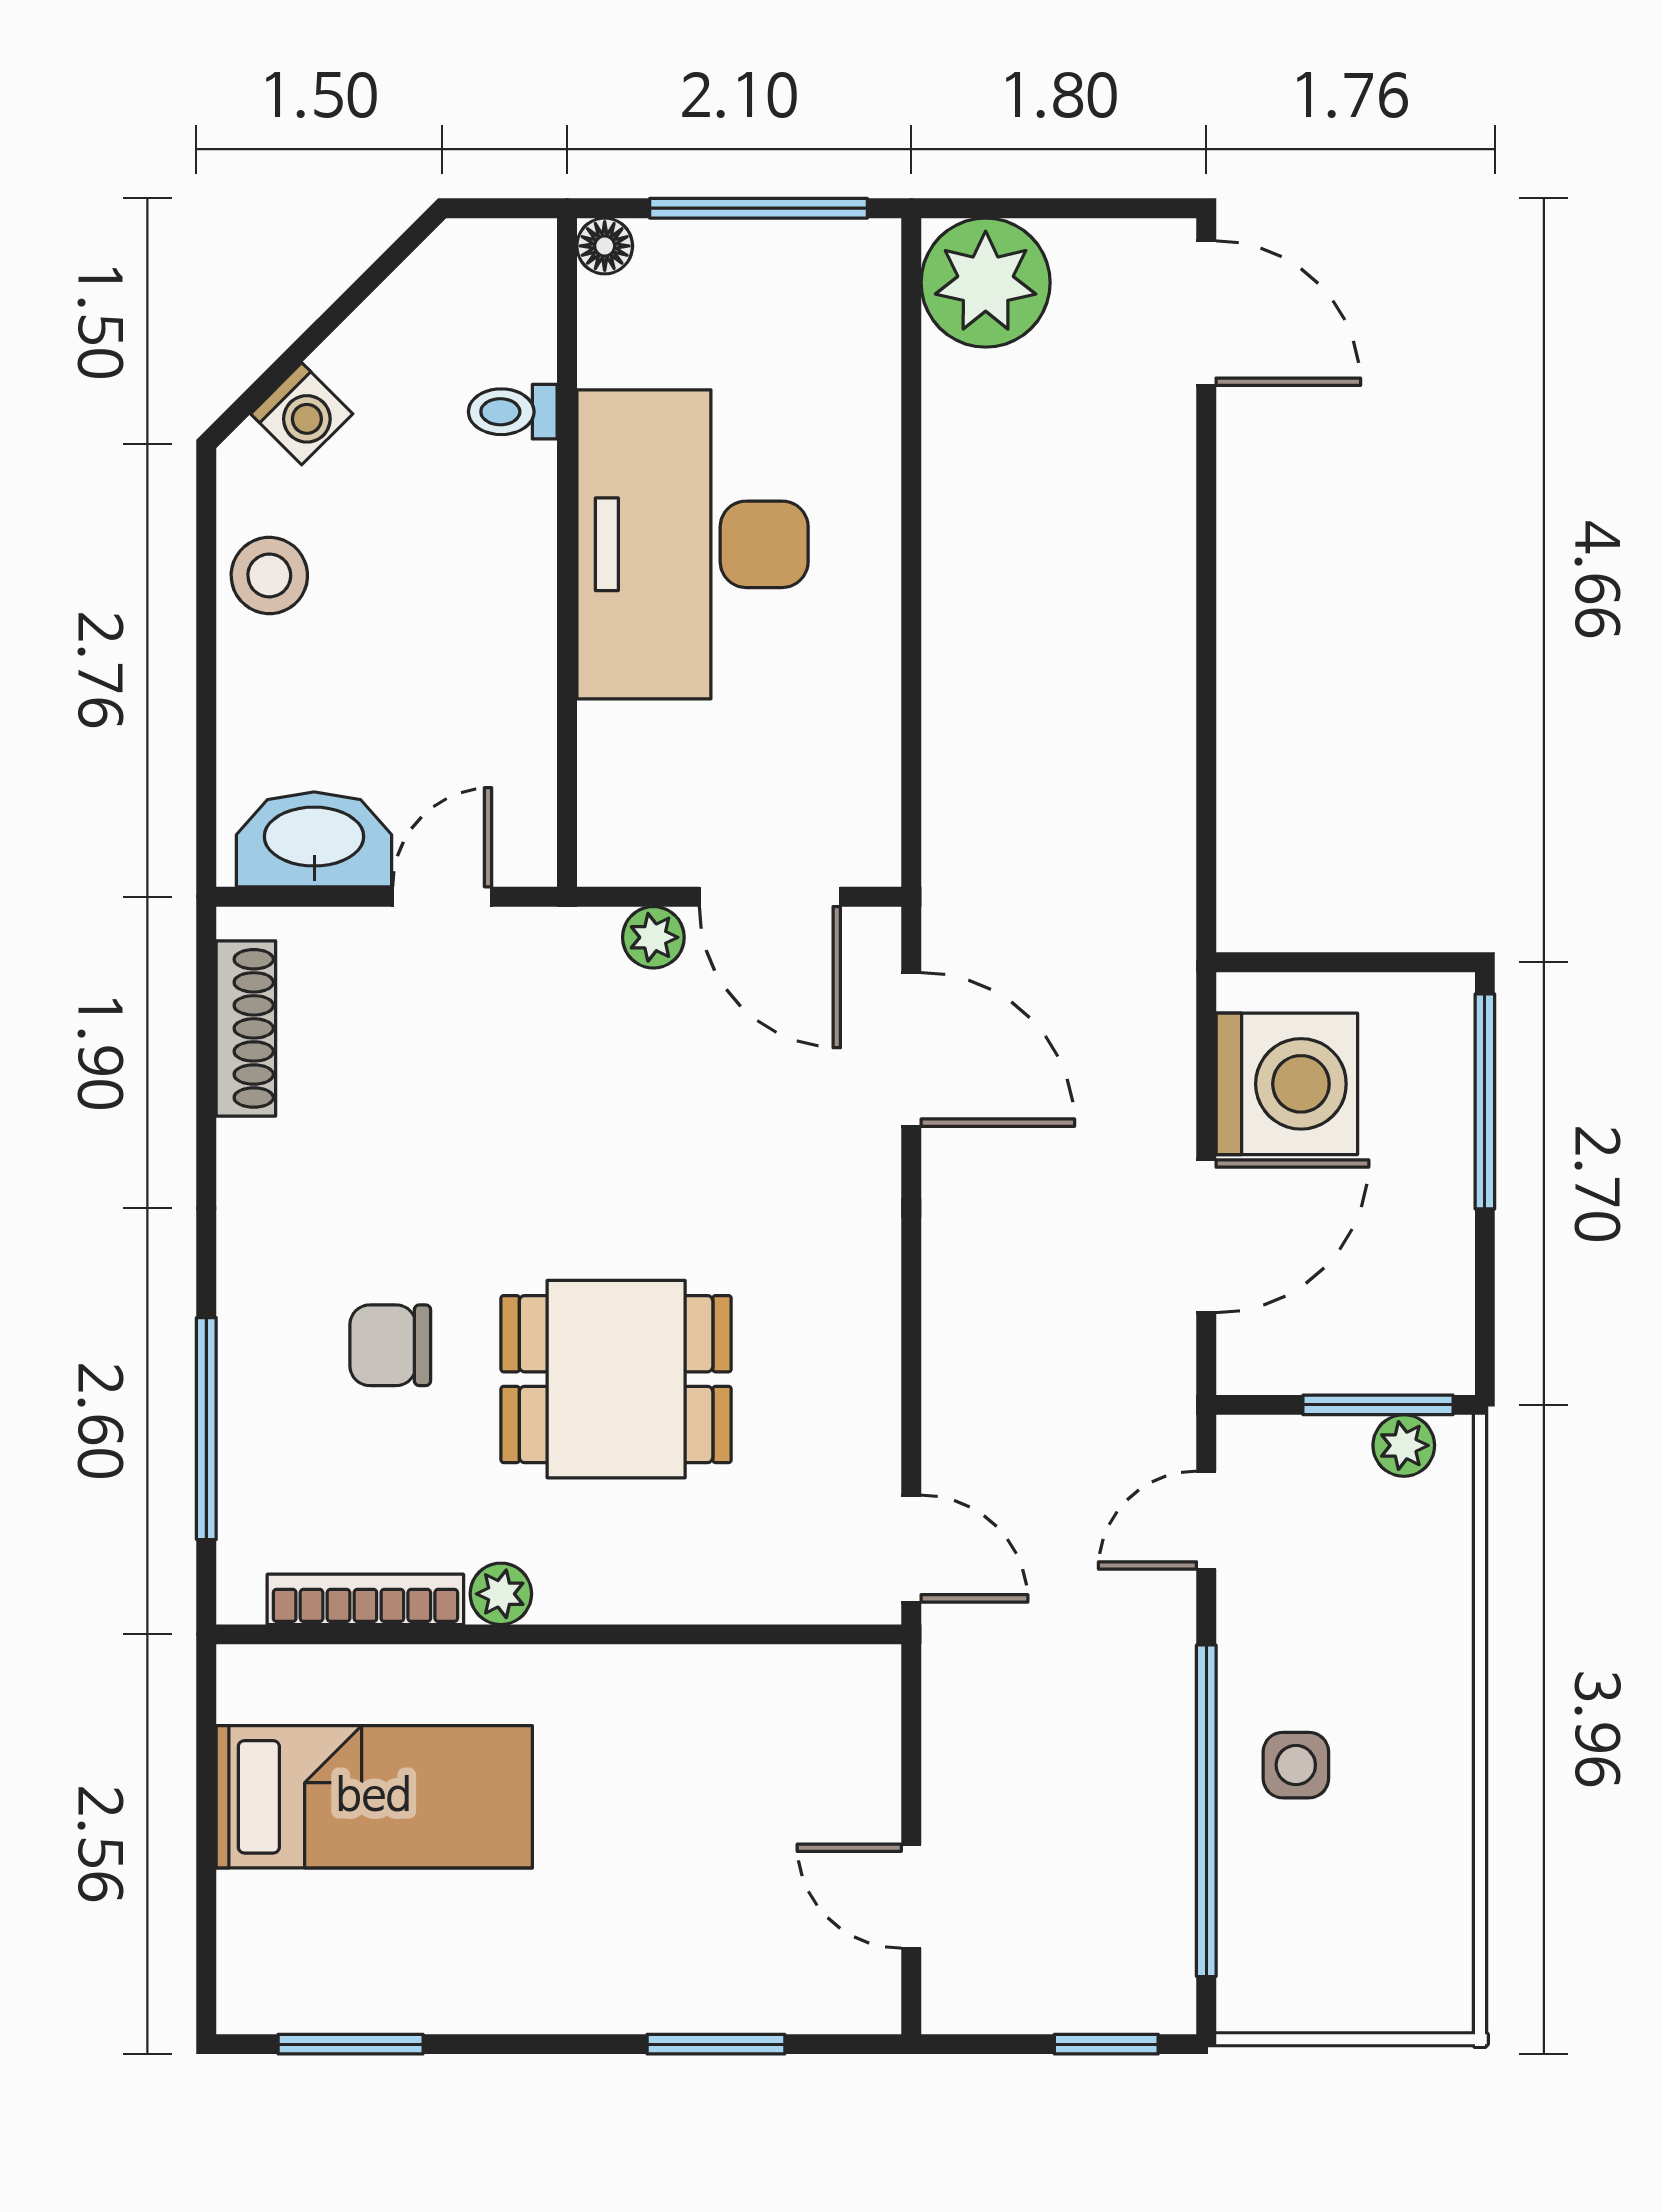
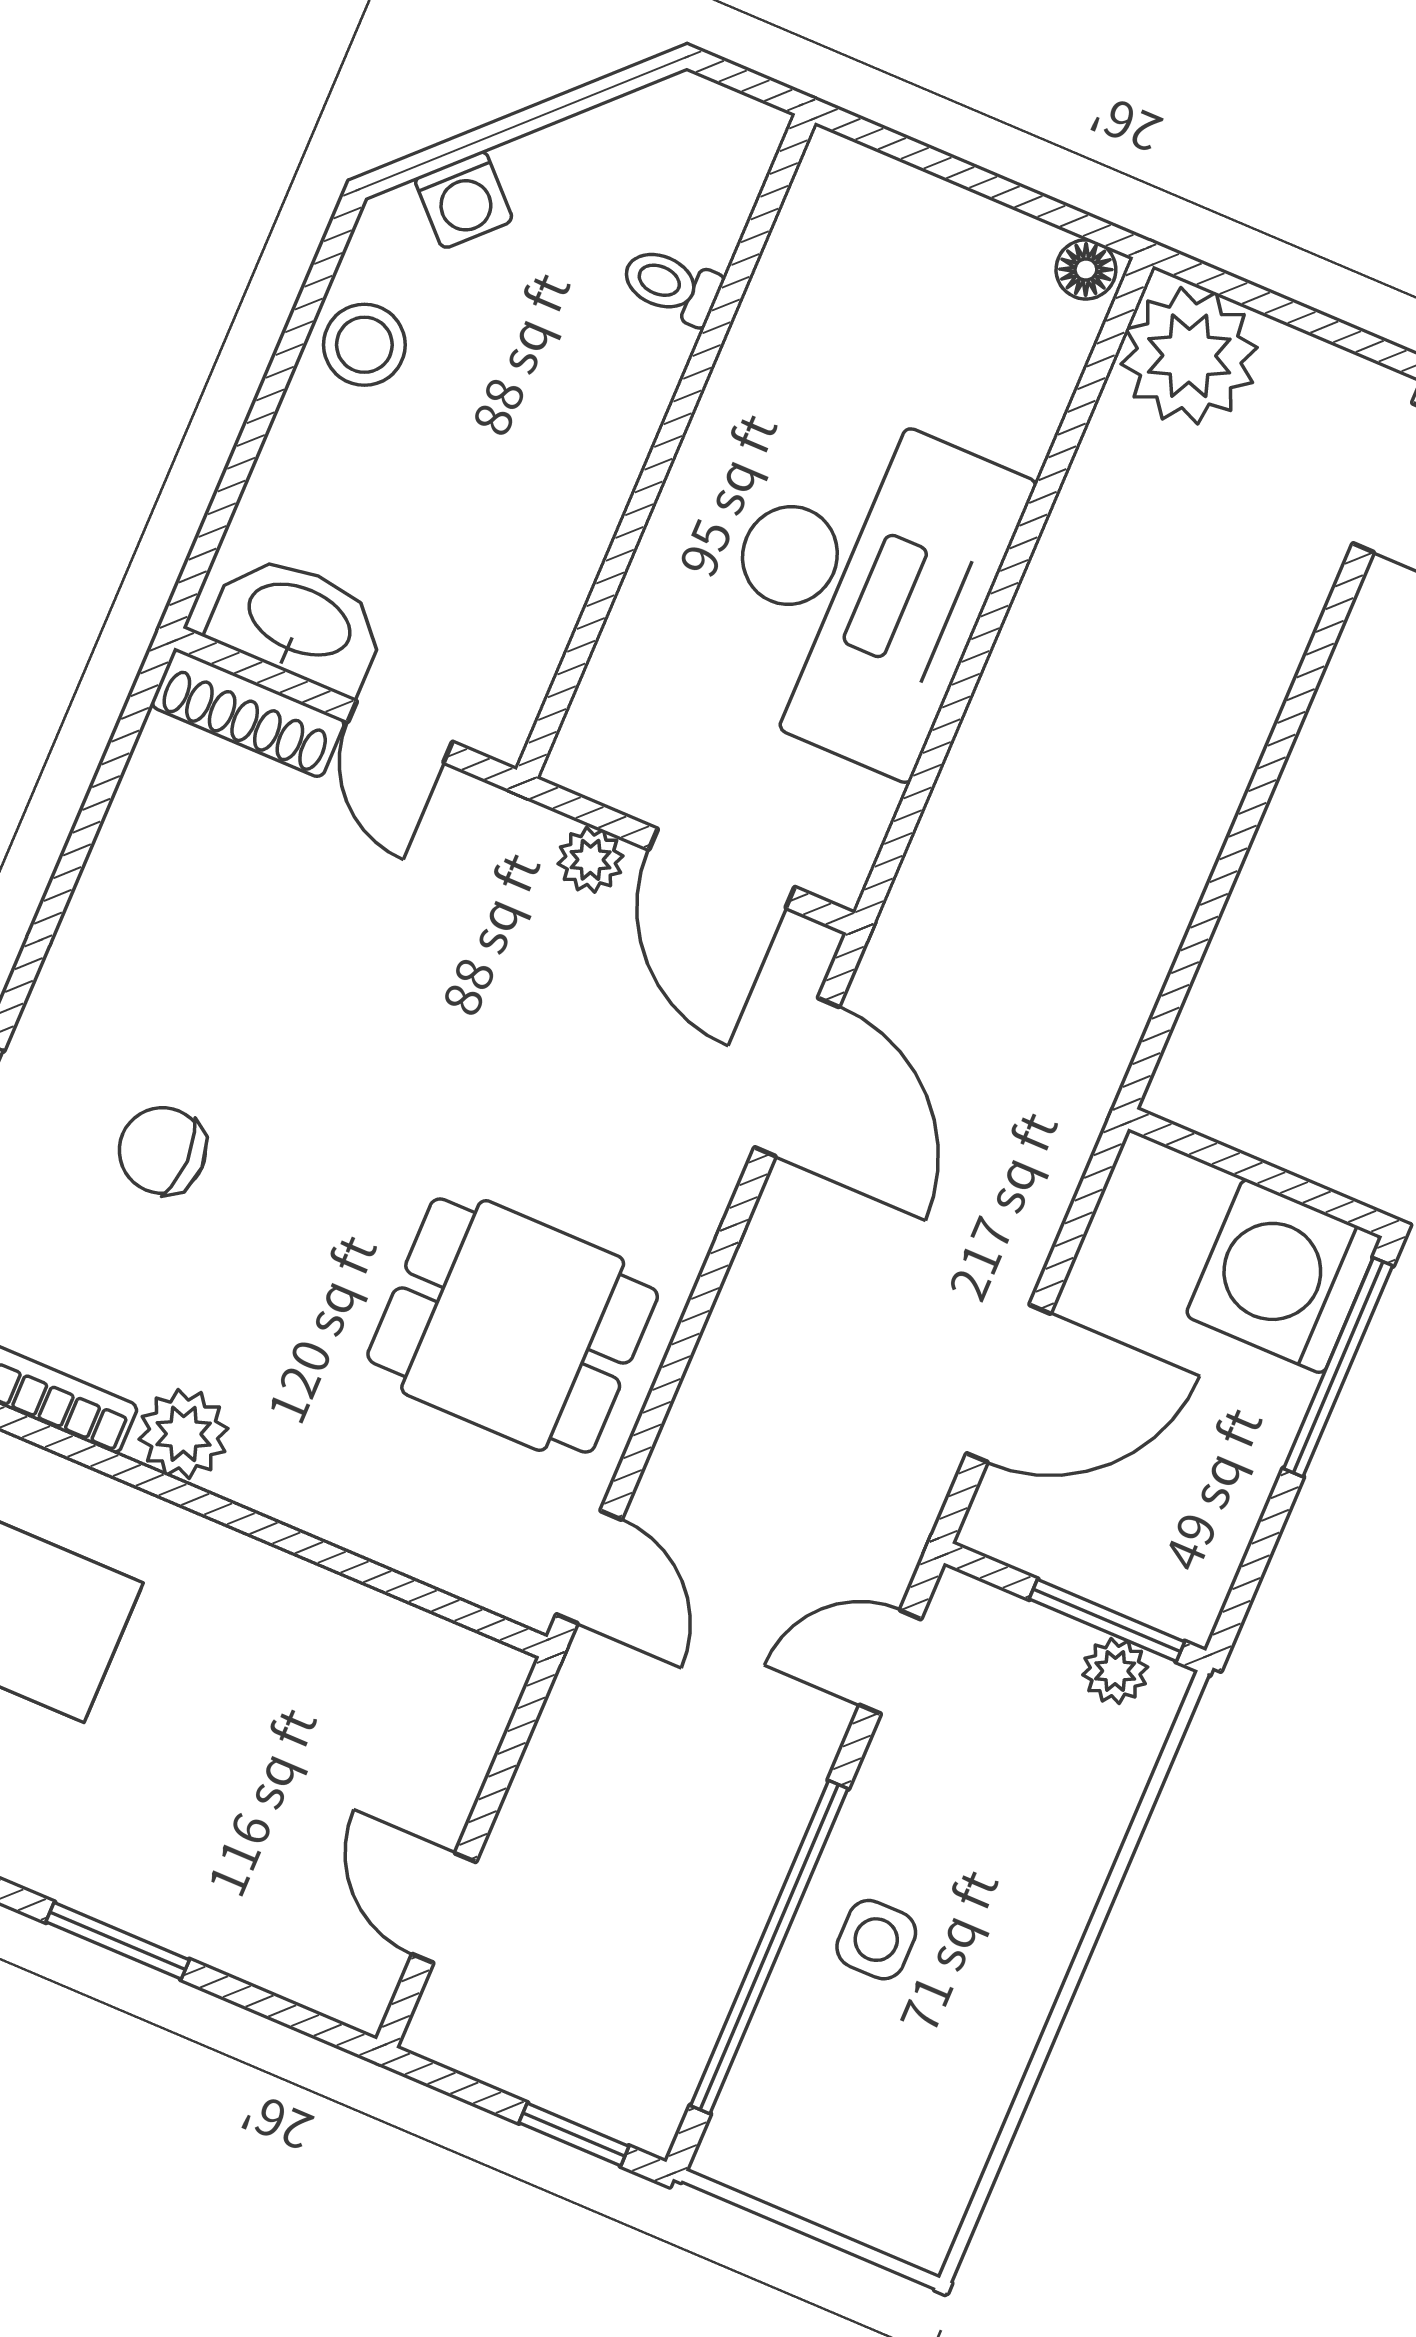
window: (759, 208) -> (997, 188), removed
floor lamp: (605, 246) -> (1086, 269), moved
desk: (692, 544) -> (860, 585), moved, turned 180
door: (442, 897) -> (400, 732), swing flipped
shoe rack: (246, 1028) -> (248, 713), moved, turned 90
washing machine: (1287, 1084) -> (1283, 1276), moved, turned 180
dining table: (616, 1379) -> (513, 1326), moved
plant: (501, 1594) -> (184, 1434), width x1.38, depth x1.38
window: (716, 2044) -> (118, 1941), moved

